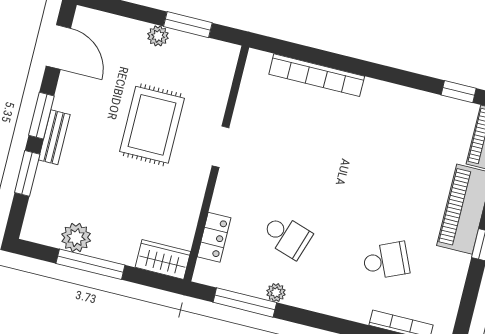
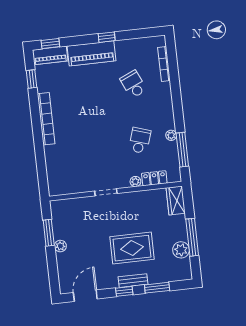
bookcase: (317, 75) -> (46, 119), moved
window: (41, 116) -> (124, 291), width x0.67
rug: (152, 125) -> (132, 248), moved
plant: (220, 203) -> (135, 182), added

